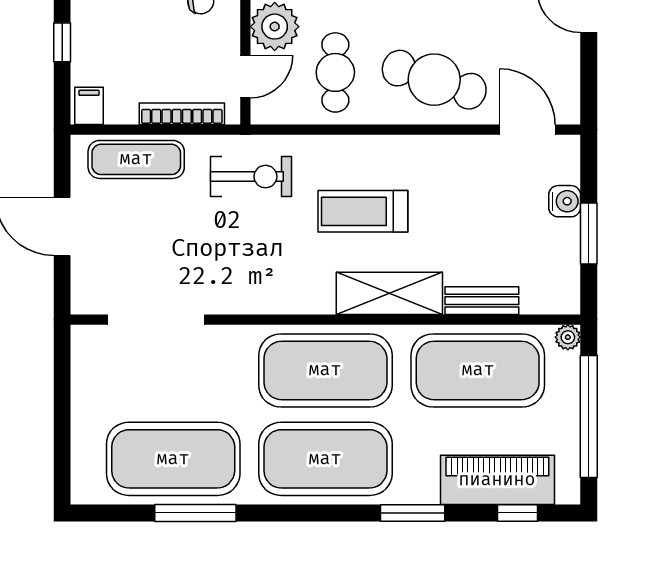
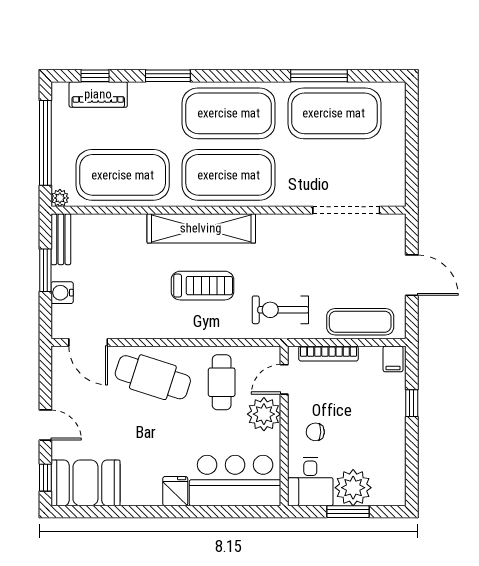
shelving: (389, 293) -> (201, 228), width x1.47
bench: (482, 301) -> (61, 239), moved, turned 90
piano: (497, 480) -> (98, 94), width x0.73, depth x0.75

